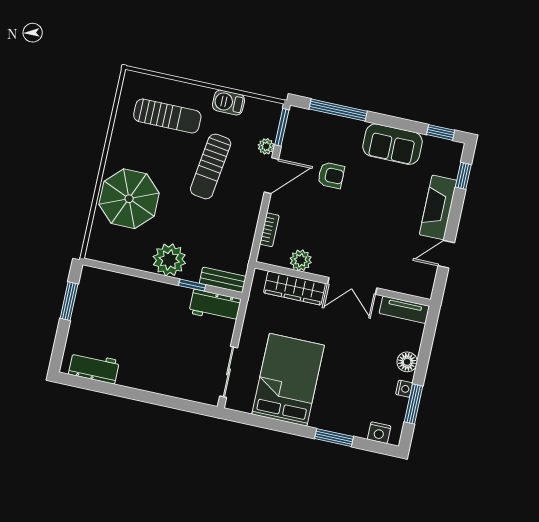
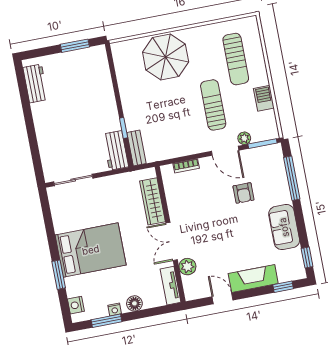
sun lounger: (211, 166) -> (213, 105), turned 82
plant: (169, 260) -> (135, 104), removed
plant: (301, 260) -> (187, 267), moved
bed: (288, 380) -> (91, 250), moved

